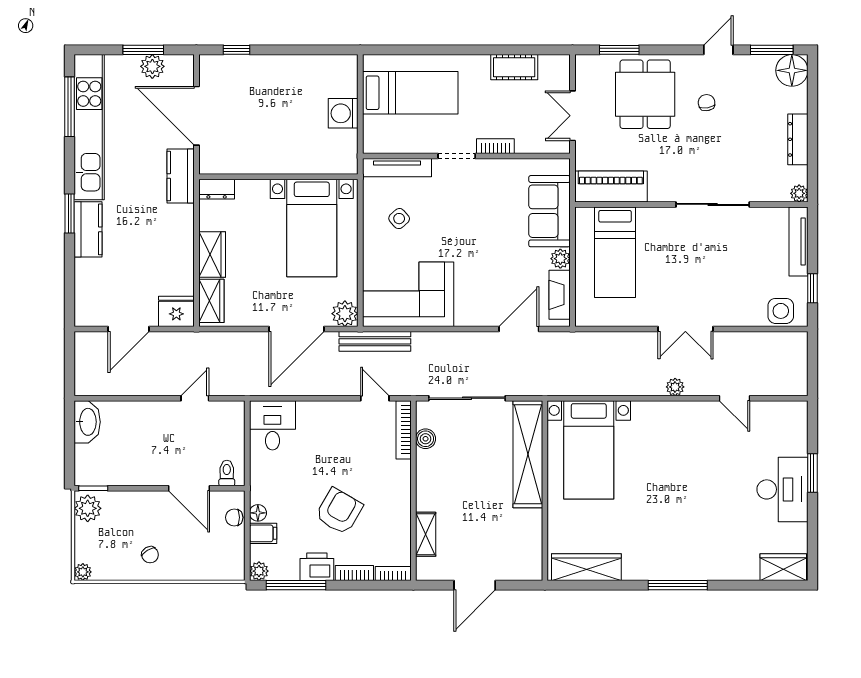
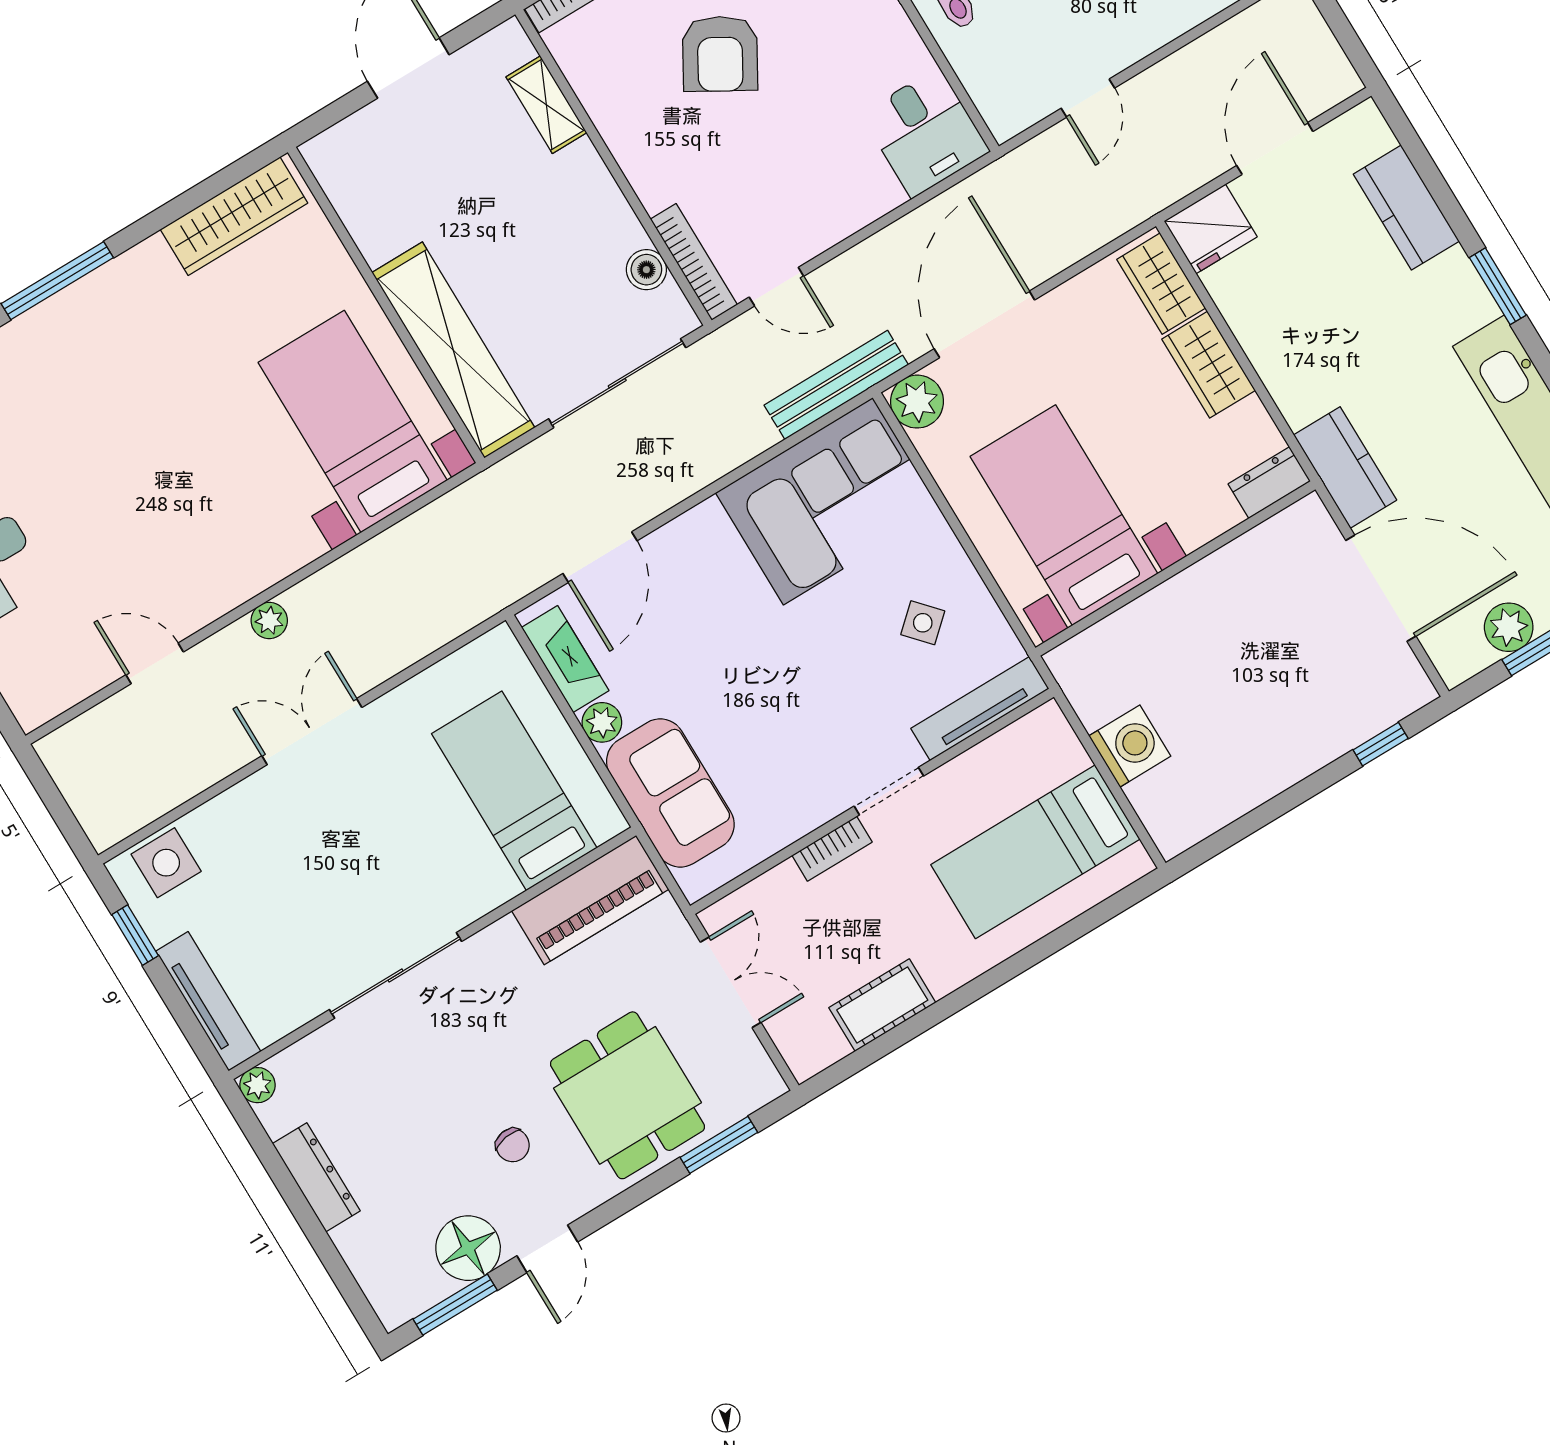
floor lamp: (792, 70) -> (468, 1248), moved
kitchen counter: (88, 229) -> (1406, 208), moved

